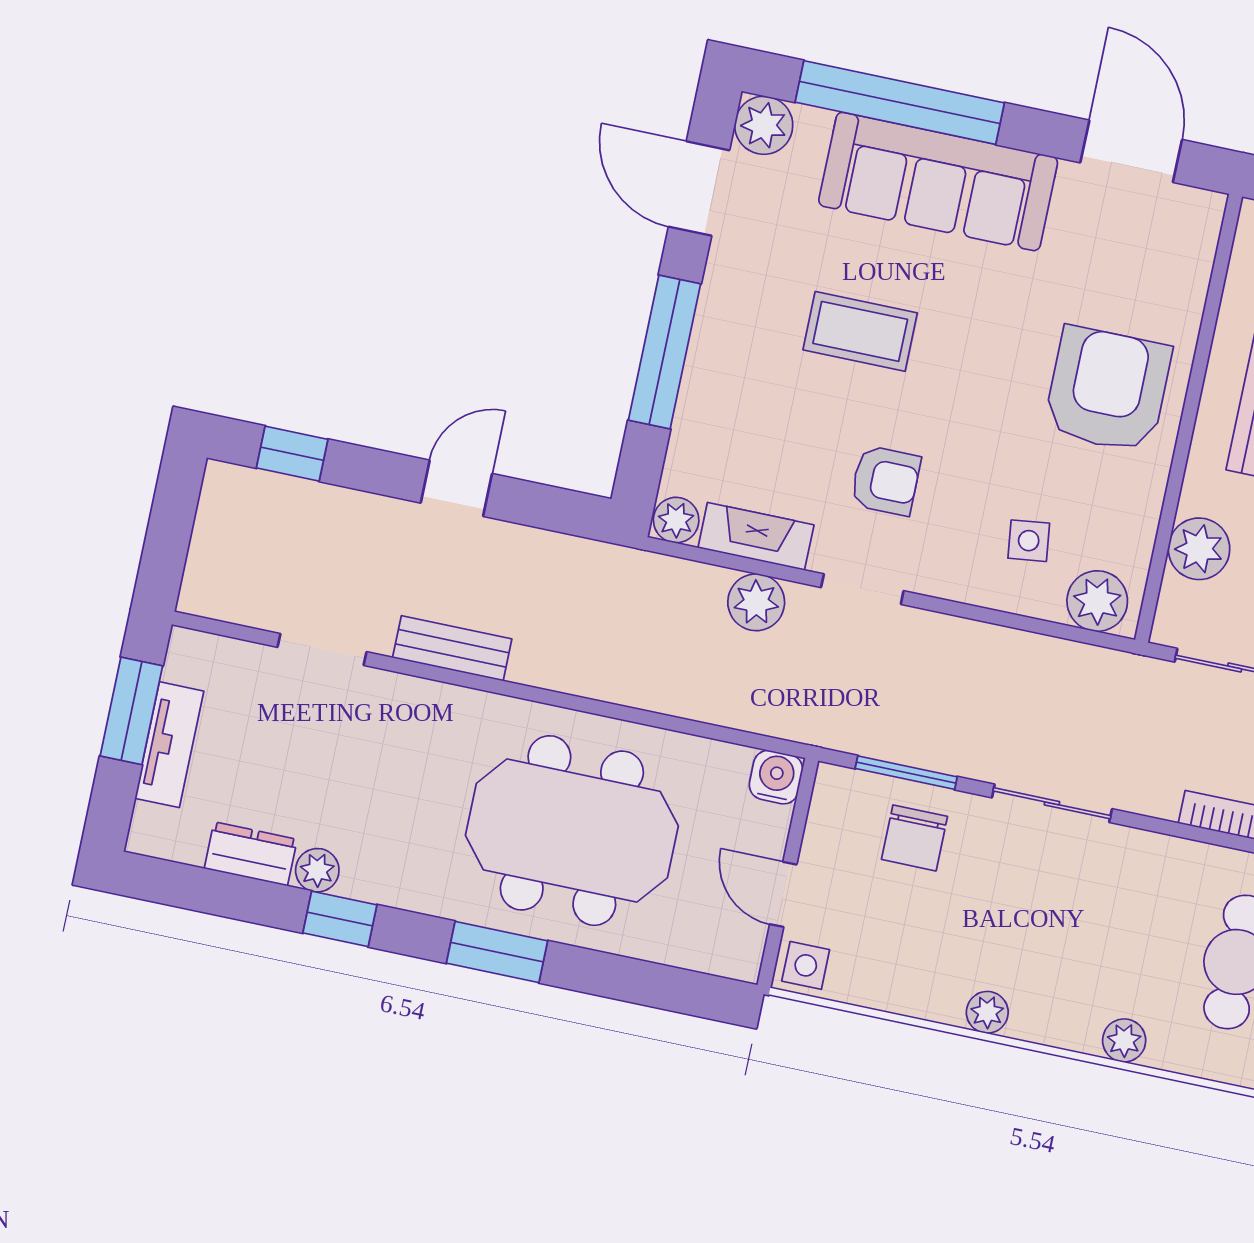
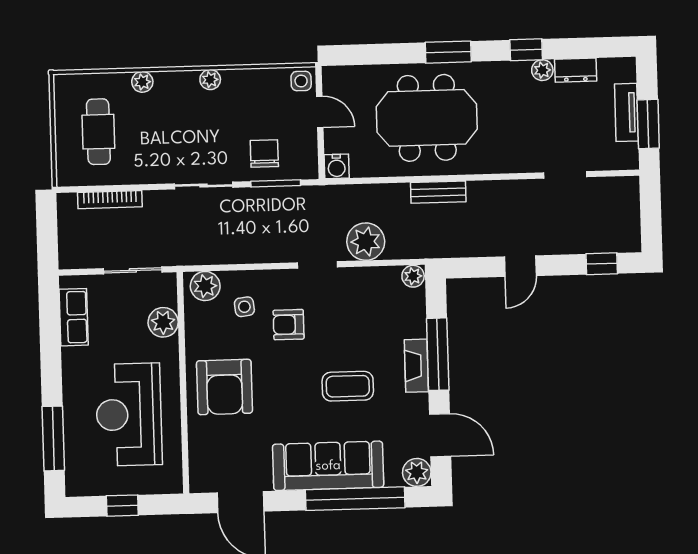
armchair: (886, 481) -> (289, 325), moved
fireplace: (756, 536) -> (416, 366), moved, turned 90
plant: (756, 602) -> (366, 242), width x1.36, depth x1.36
bench: (452, 648) -> (438, 192), moved

